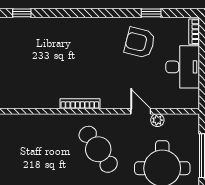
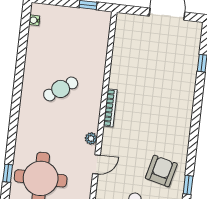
plant: (157, 120) -> (91, 138), moved
cafe table: (98, 149) -> (61, 89), moved, width x0.73, depth x0.74

